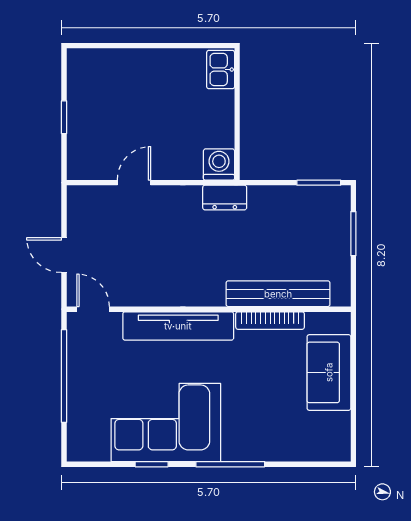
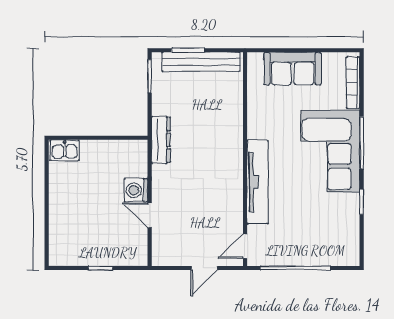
washing machine: (219, 164) -> (136, 190), moved
dresser: (225, 198) -> (161, 140), width x1.44
bench: (278, 294) -> (201, 62), moved, turned 90
bookcase: (270, 321) -> (353, 83), moved, turned 180
corner sofa: (166, 423) -> (330, 151), moved

